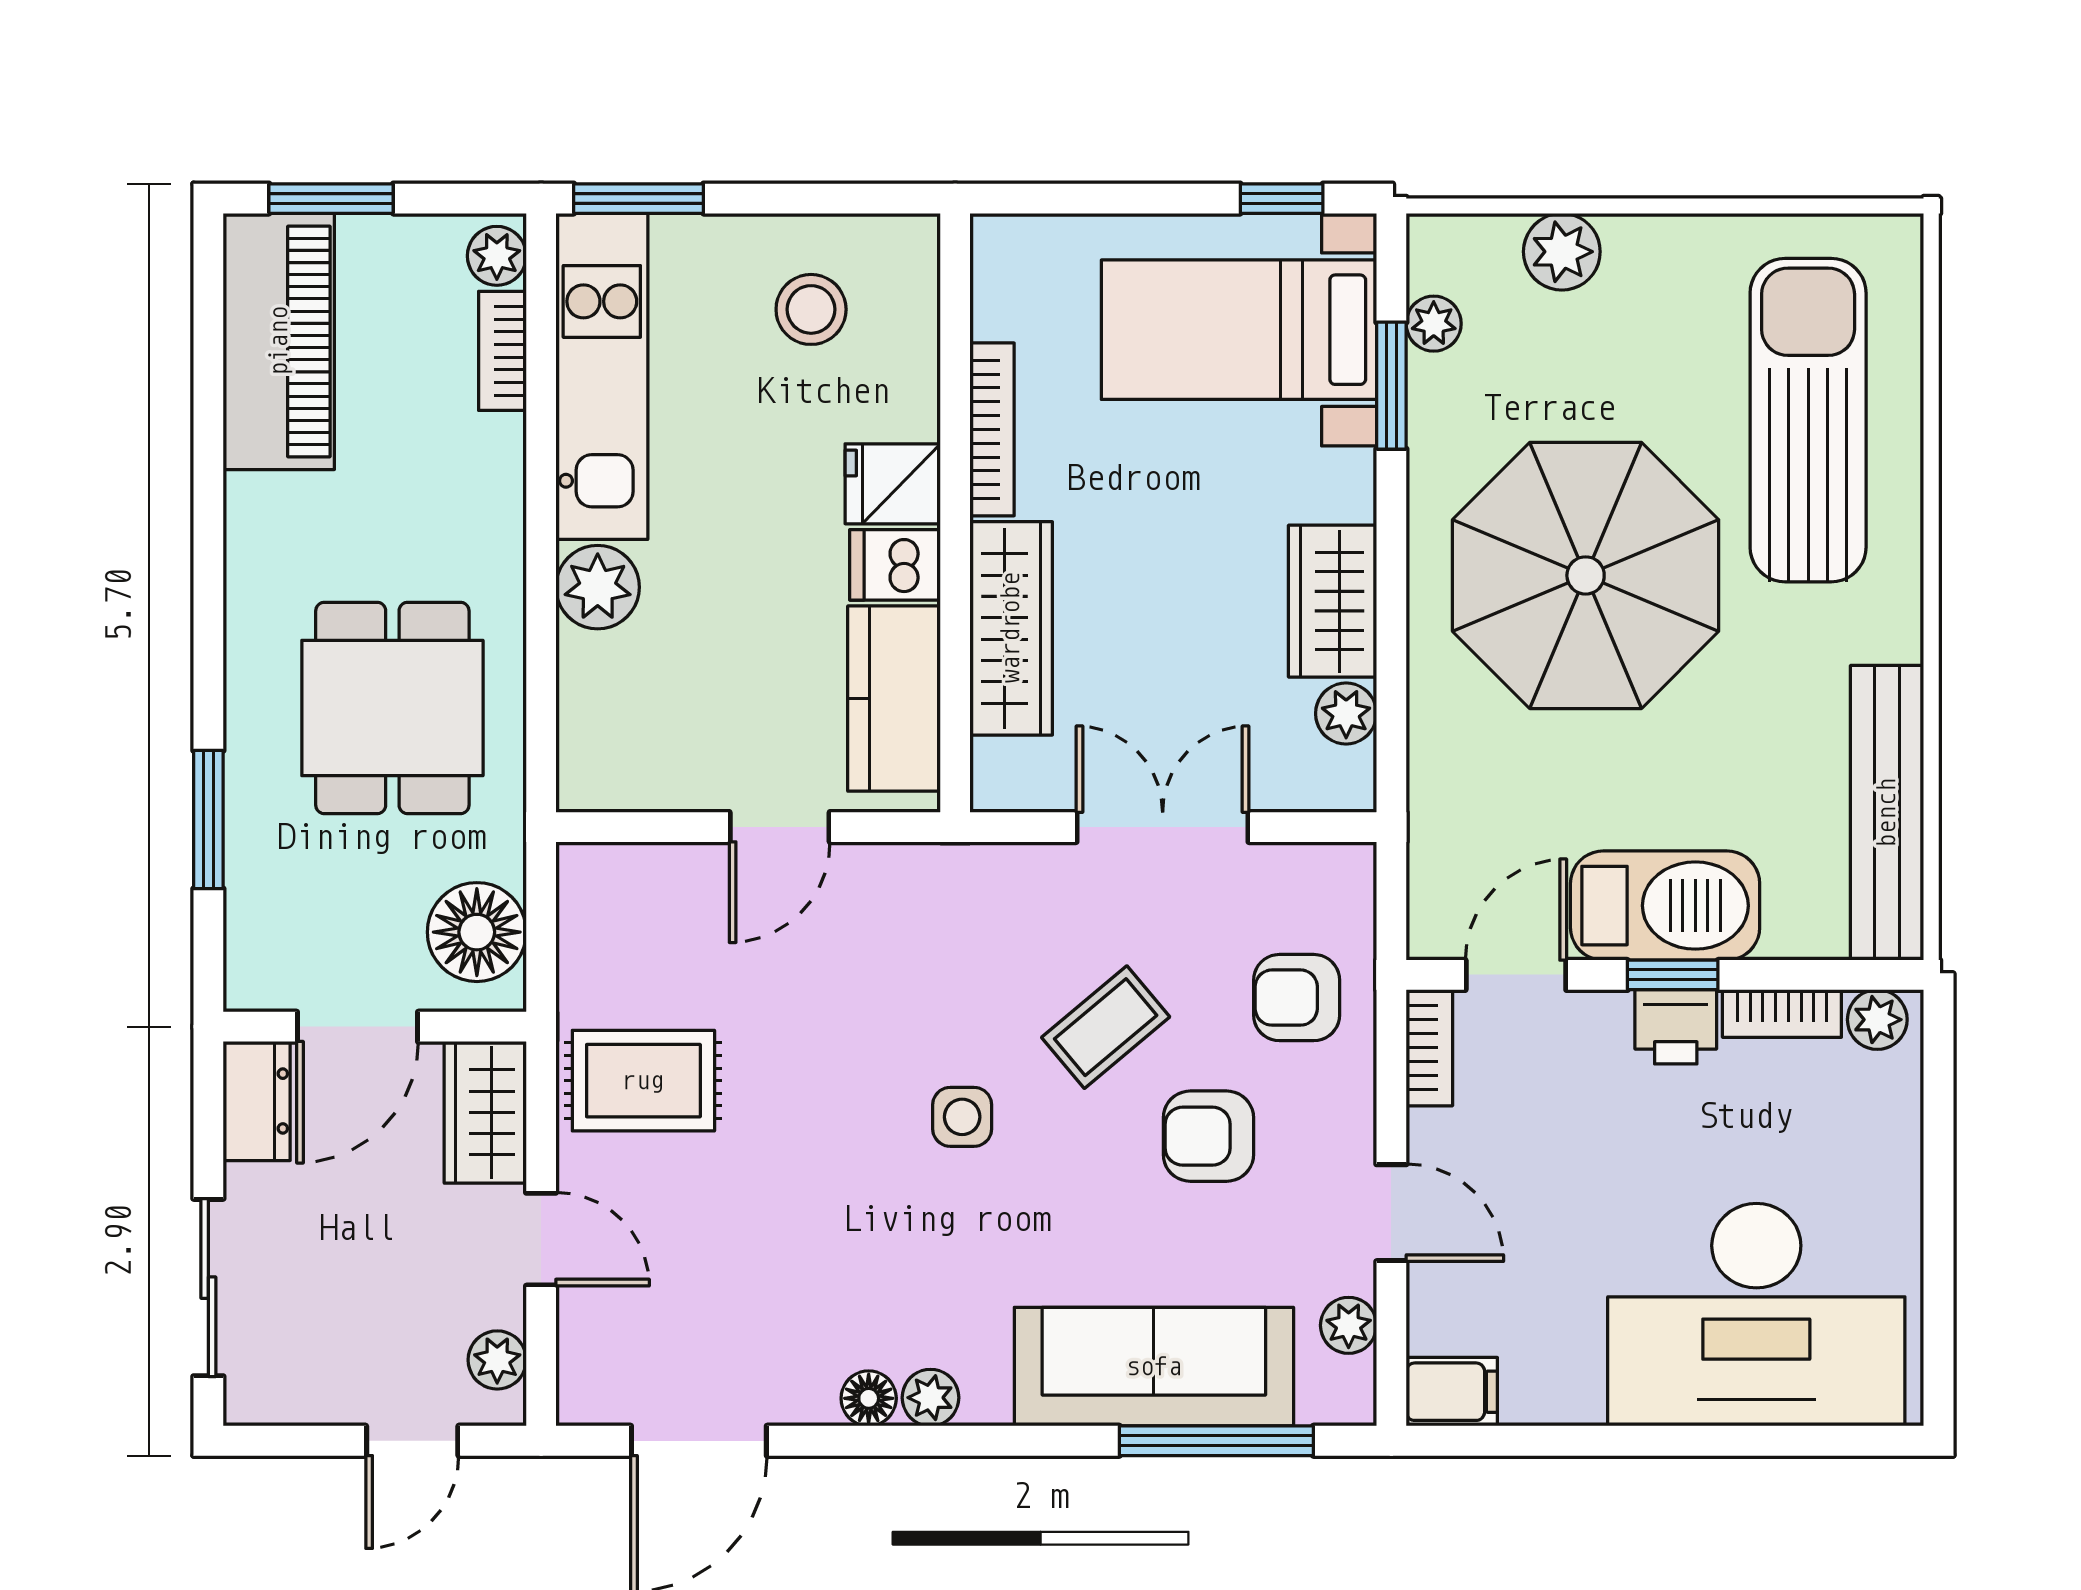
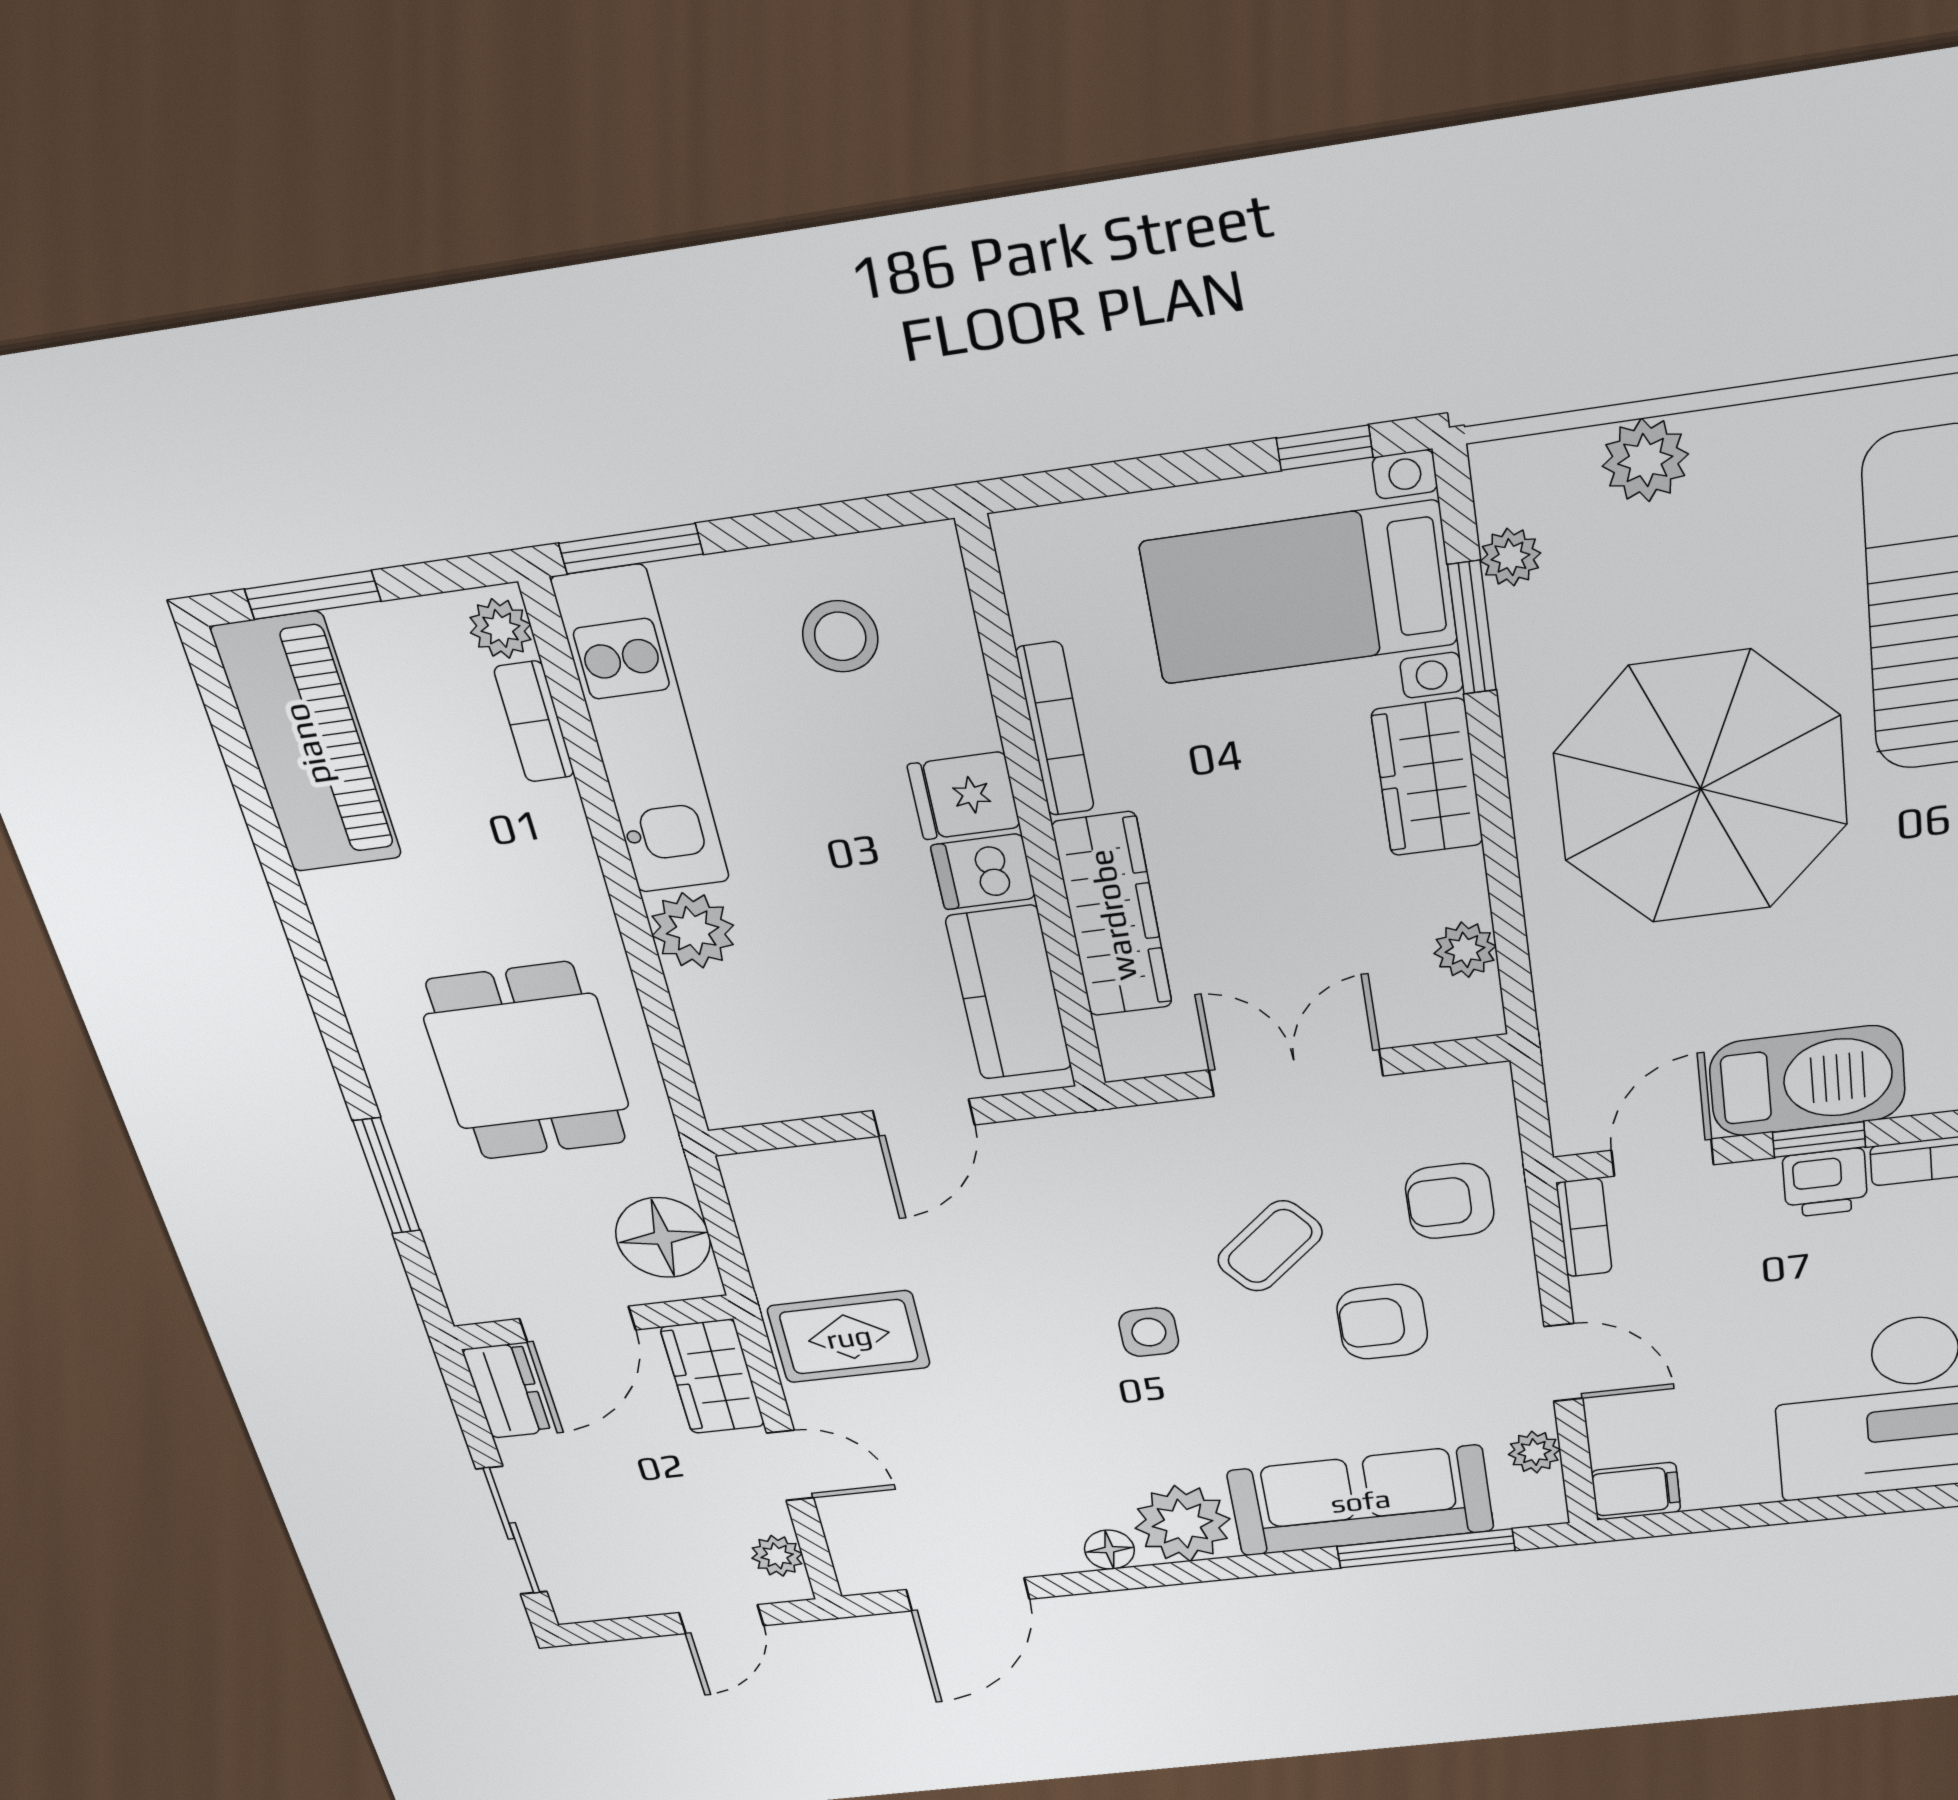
wardrobe: (1333, 601) -> (1428, 778), moved
plant: (931, 1398) -> (1182, 1524), width x1.87, depth x1.87

